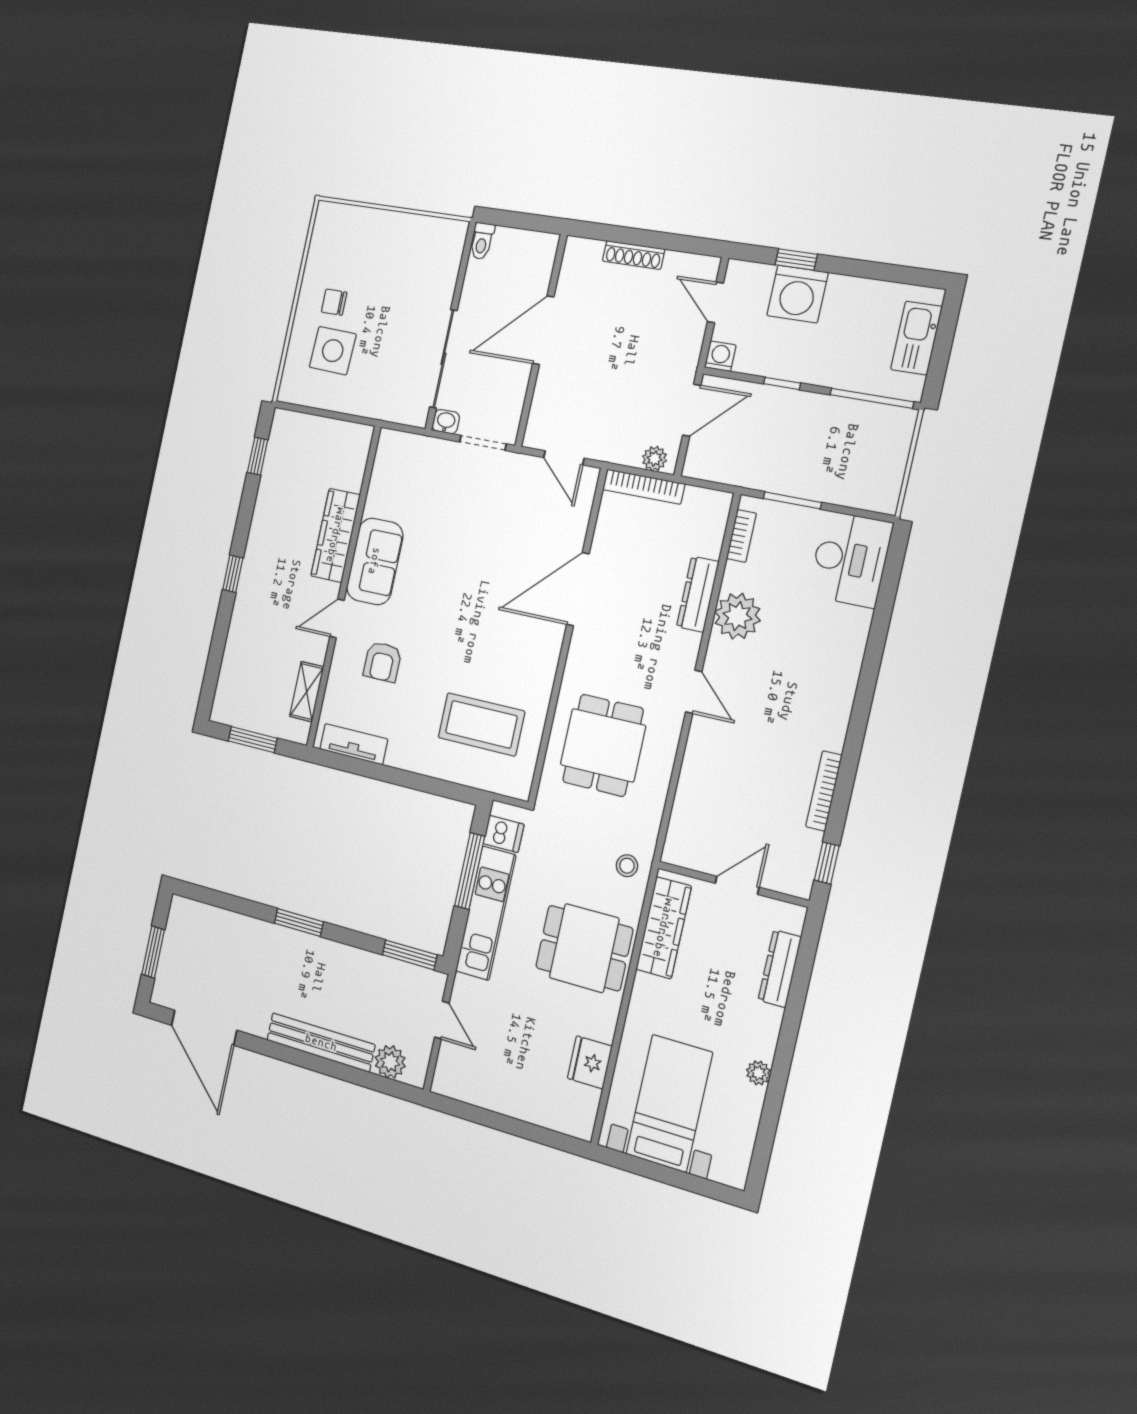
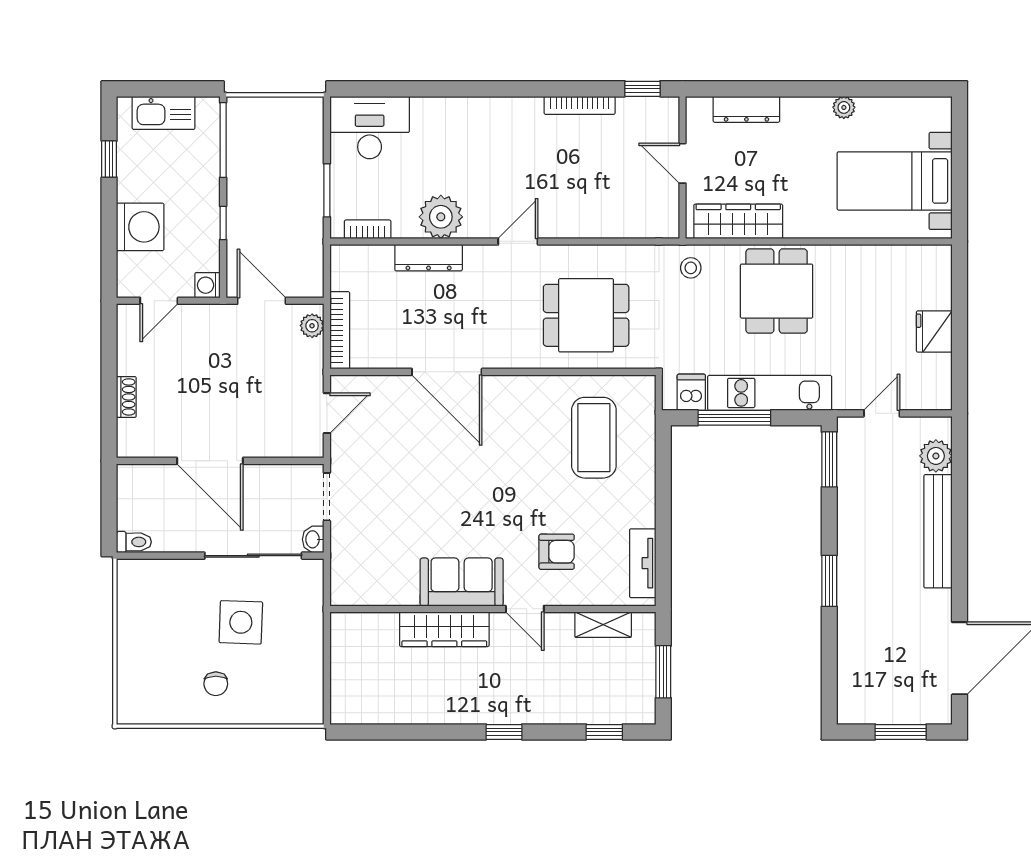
shoe rack: (634, 255) -> (126, 397), width x0.70
window: (796, 260) -> (109, 159), moved
side table: (333, 351) -> (241, 622), moved
window: (258, 456) -> (604, 732), moved
fridge: (590, 1062) -> (934, 331), moved, turned 90

